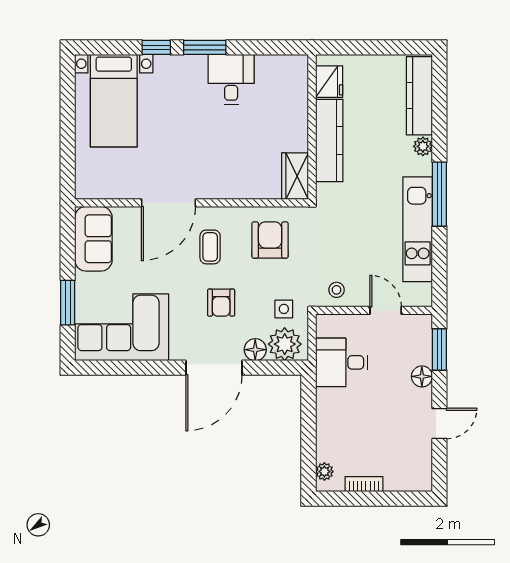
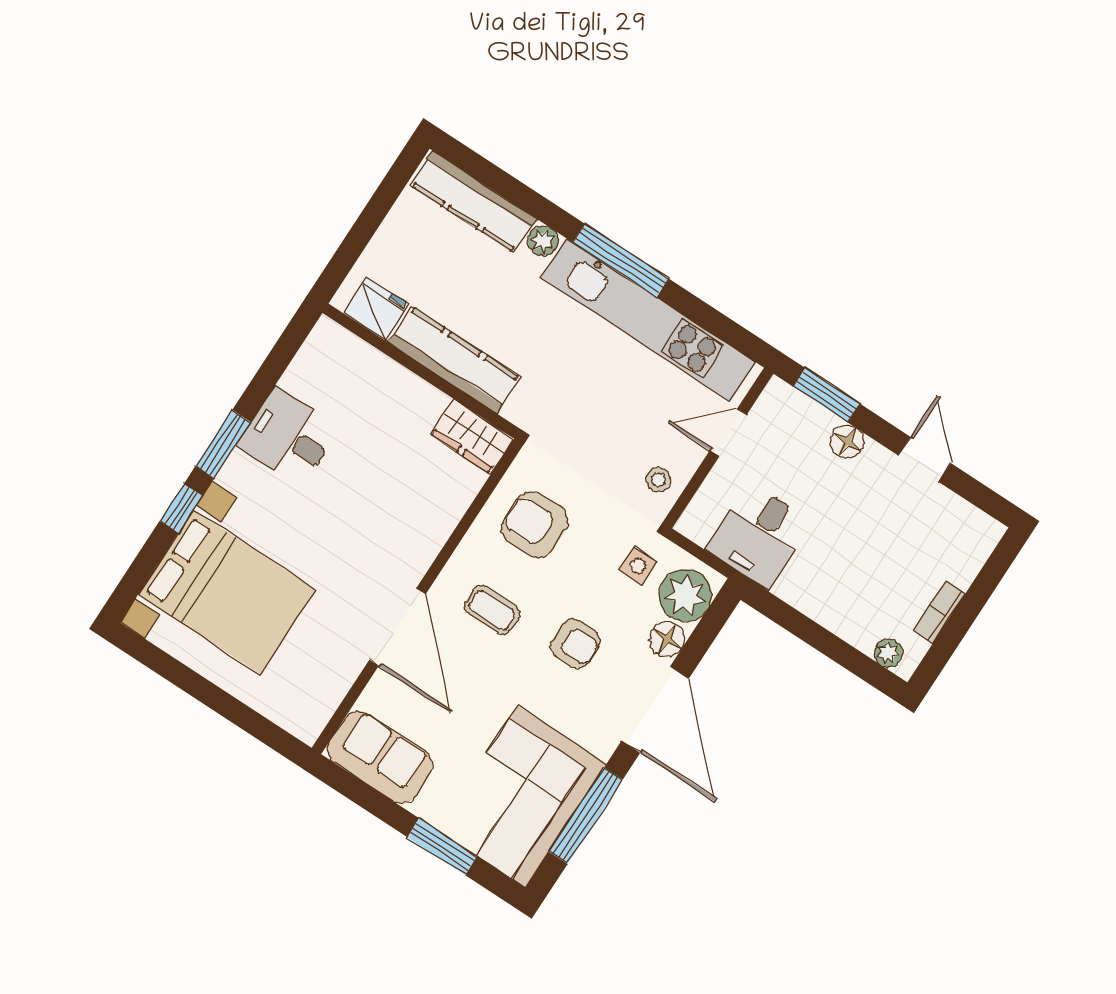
bed with nightstands: (114, 101) -> (227, 592), width x1.36
kitchen unit: (418, 229) -> (648, 320), width x1.36
window: (134, 368) -> (586, 816), added

